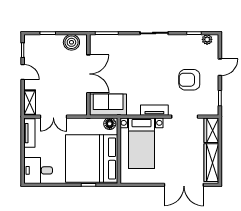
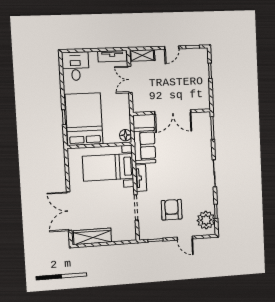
plant: (207, 39) -> (206, 220), width x1.87, depth x1.87
boiler: (71, 42) -> (202, 94), removed
sofa: (108, 105) -> (145, 146), moved
wardrobe: (211, 130) -> (124, 234), removed
bed: (92, 158) -> (84, 119), width x0.73

